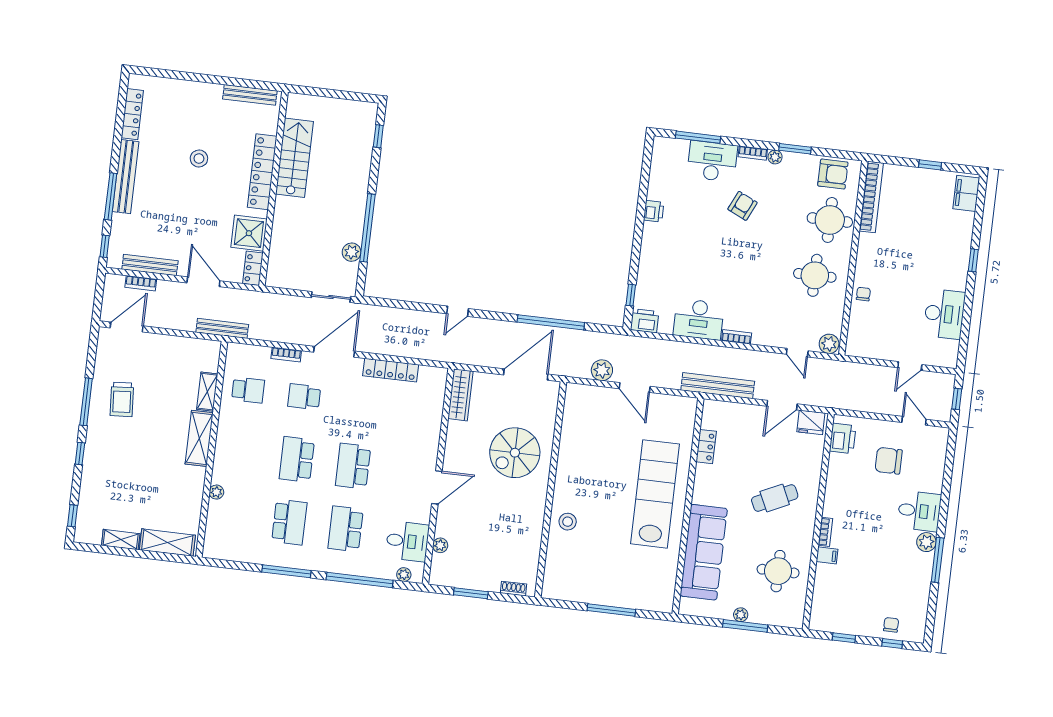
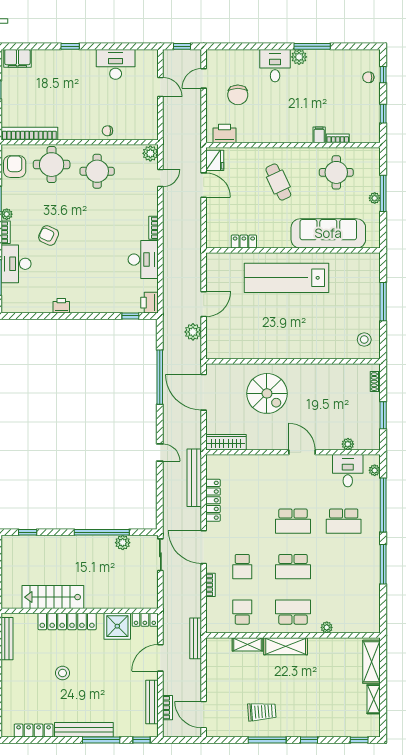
bench: (718, 386) -> (194, 478), moved
school desk: (289, 522) -> (293, 612), moved
stool: (568, 522) -> (364, 340), moved
bookcase: (825, 532) -> (338, 138), moved

